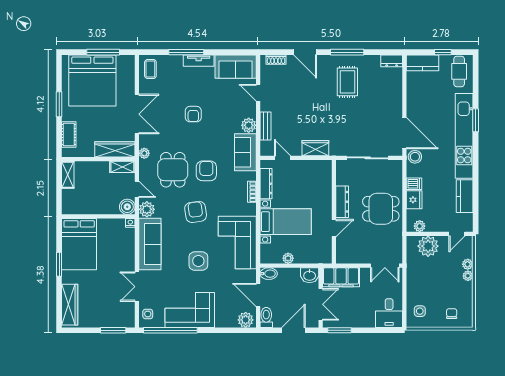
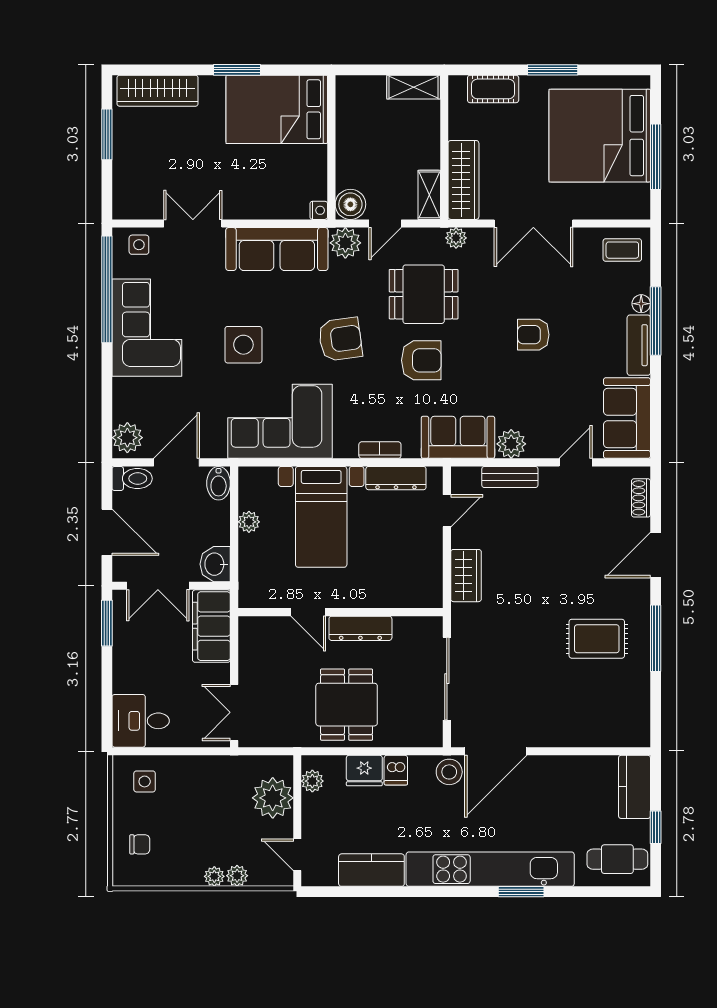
floor lamp: (178, 59) -> (641, 304), added
dresser: (392, 61) -> (638, 726), removed
window: (113, 330) -> (107, 134), moved

